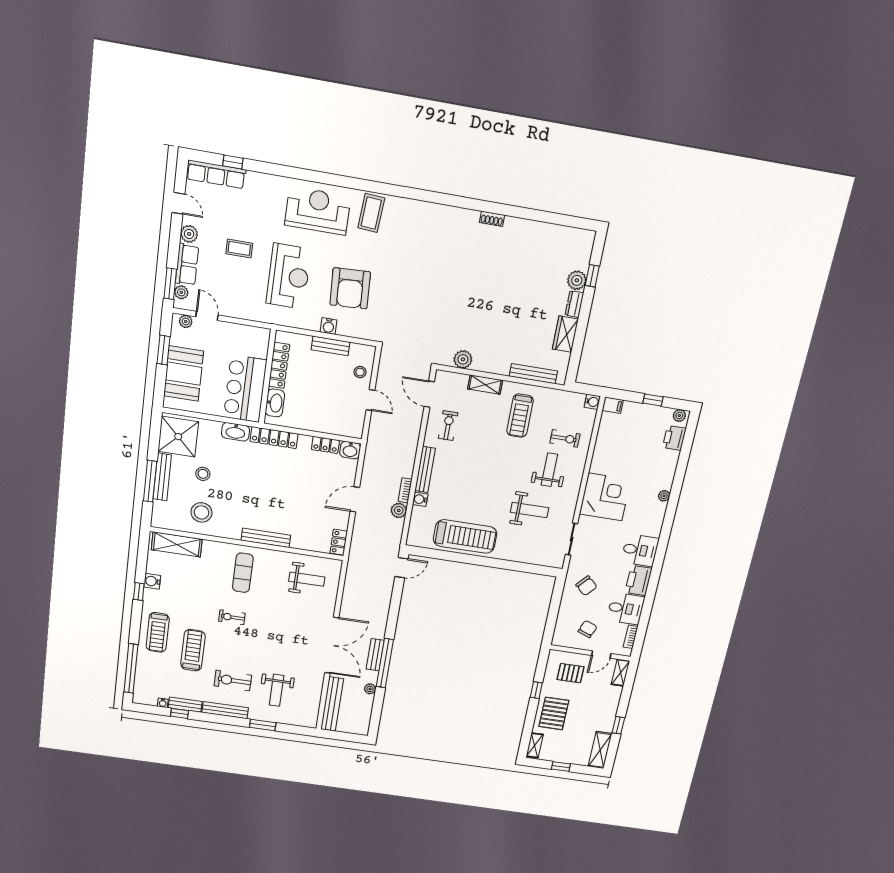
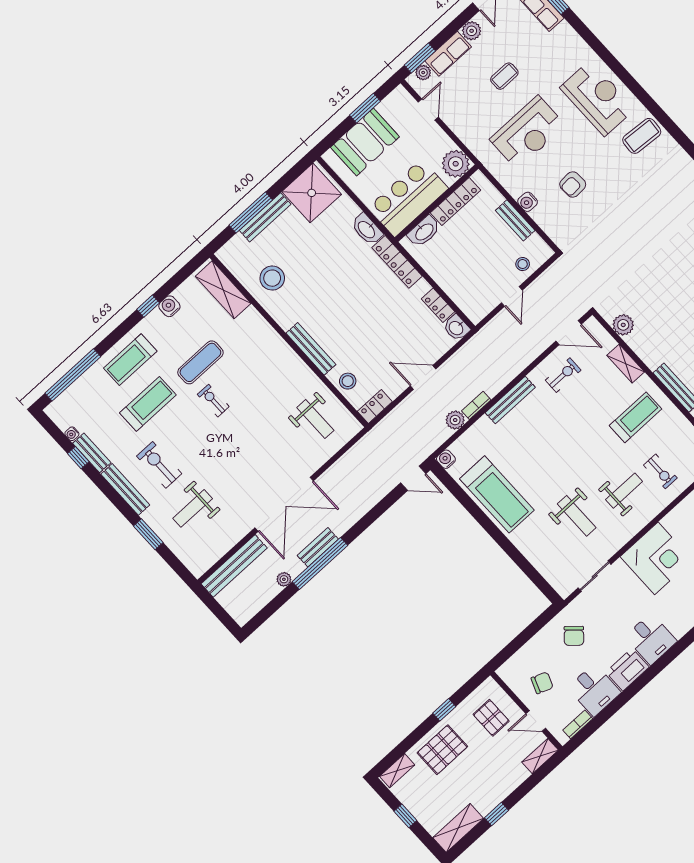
coffee table: (239, 248) -> (504, 76), turned 90
armchair: (350, 288) -> (573, 185), width x0.53, depth x0.53
plant: (186, 321) -> (456, 164), moved, width x1.88, depth x1.88
door: (429, 394) -> (569, 333), swing flipped
treadmill: (520, 416) -> (635, 417), turned 180
stool: (203, 474) -> (348, 381), moved
water cooler: (420, 499) -> (446, 459), moved
exercise mat: (243, 573) -> (200, 362), moved

